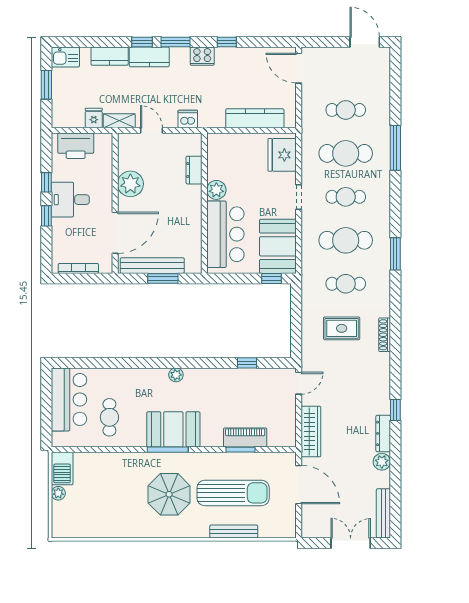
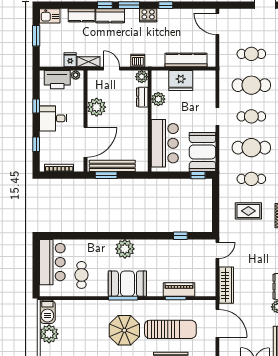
plant: (101, 139) -> (76, 75), added
plant: (193, 142) -> (142, 77), added
fridge: (282, 155) -> (181, 81), moved, turned -90
plant: (216, 190) -> (158, 99), moved
window: (46, 216) -> (36, 144), moved
window: (163, 278) -> (106, 175), moved
plant: (176, 375) -> (125, 249), width x1.87, depth x1.87
plant: (58, 493) -> (49, 334), width x1.87, depth x1.87

